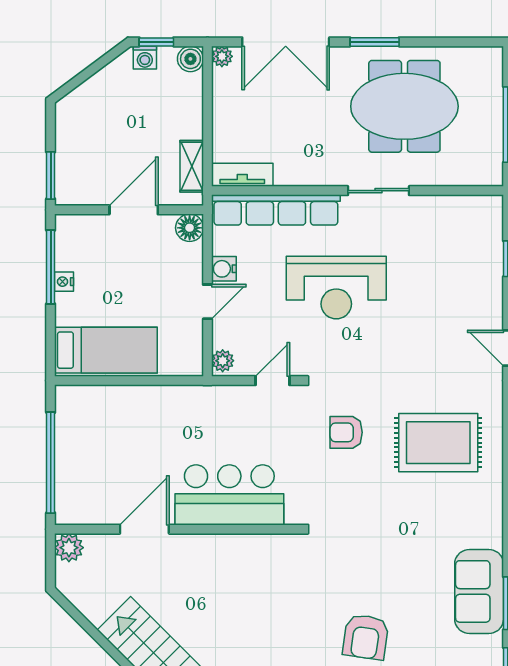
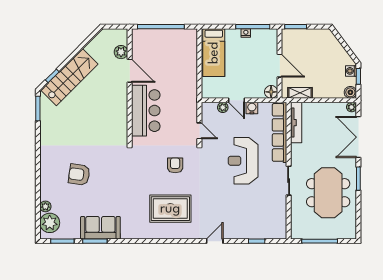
tv unit: (242, 175) -> (296, 123), width x1.41
plant: (223, 361) -> (223, 107), moved
rug: (438, 443) -> (170, 209), turned 90
plant: (69, 548) -> (121, 52), moved

